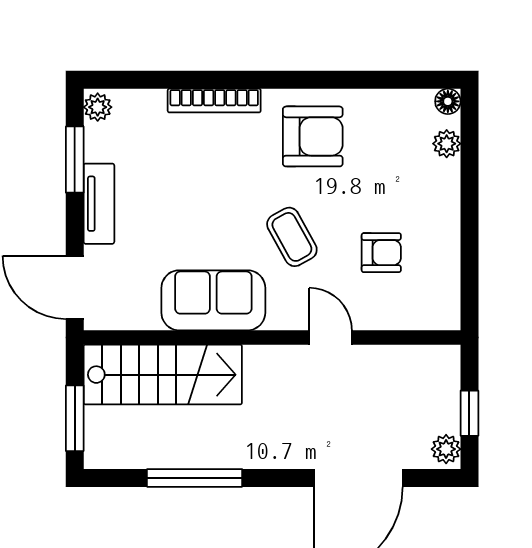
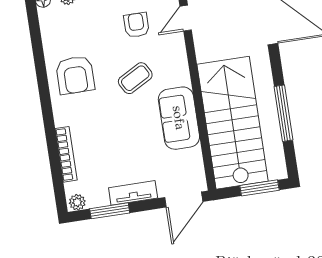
bookcase: (214, 101) -> (66, 154), moved
armchair: (313, 136) -> (75, 75), turned 180
door: (330, 338) -> (186, 18), moved
stairs: (163, 375) -> (233, 123), width x1.36, depth x1.51

